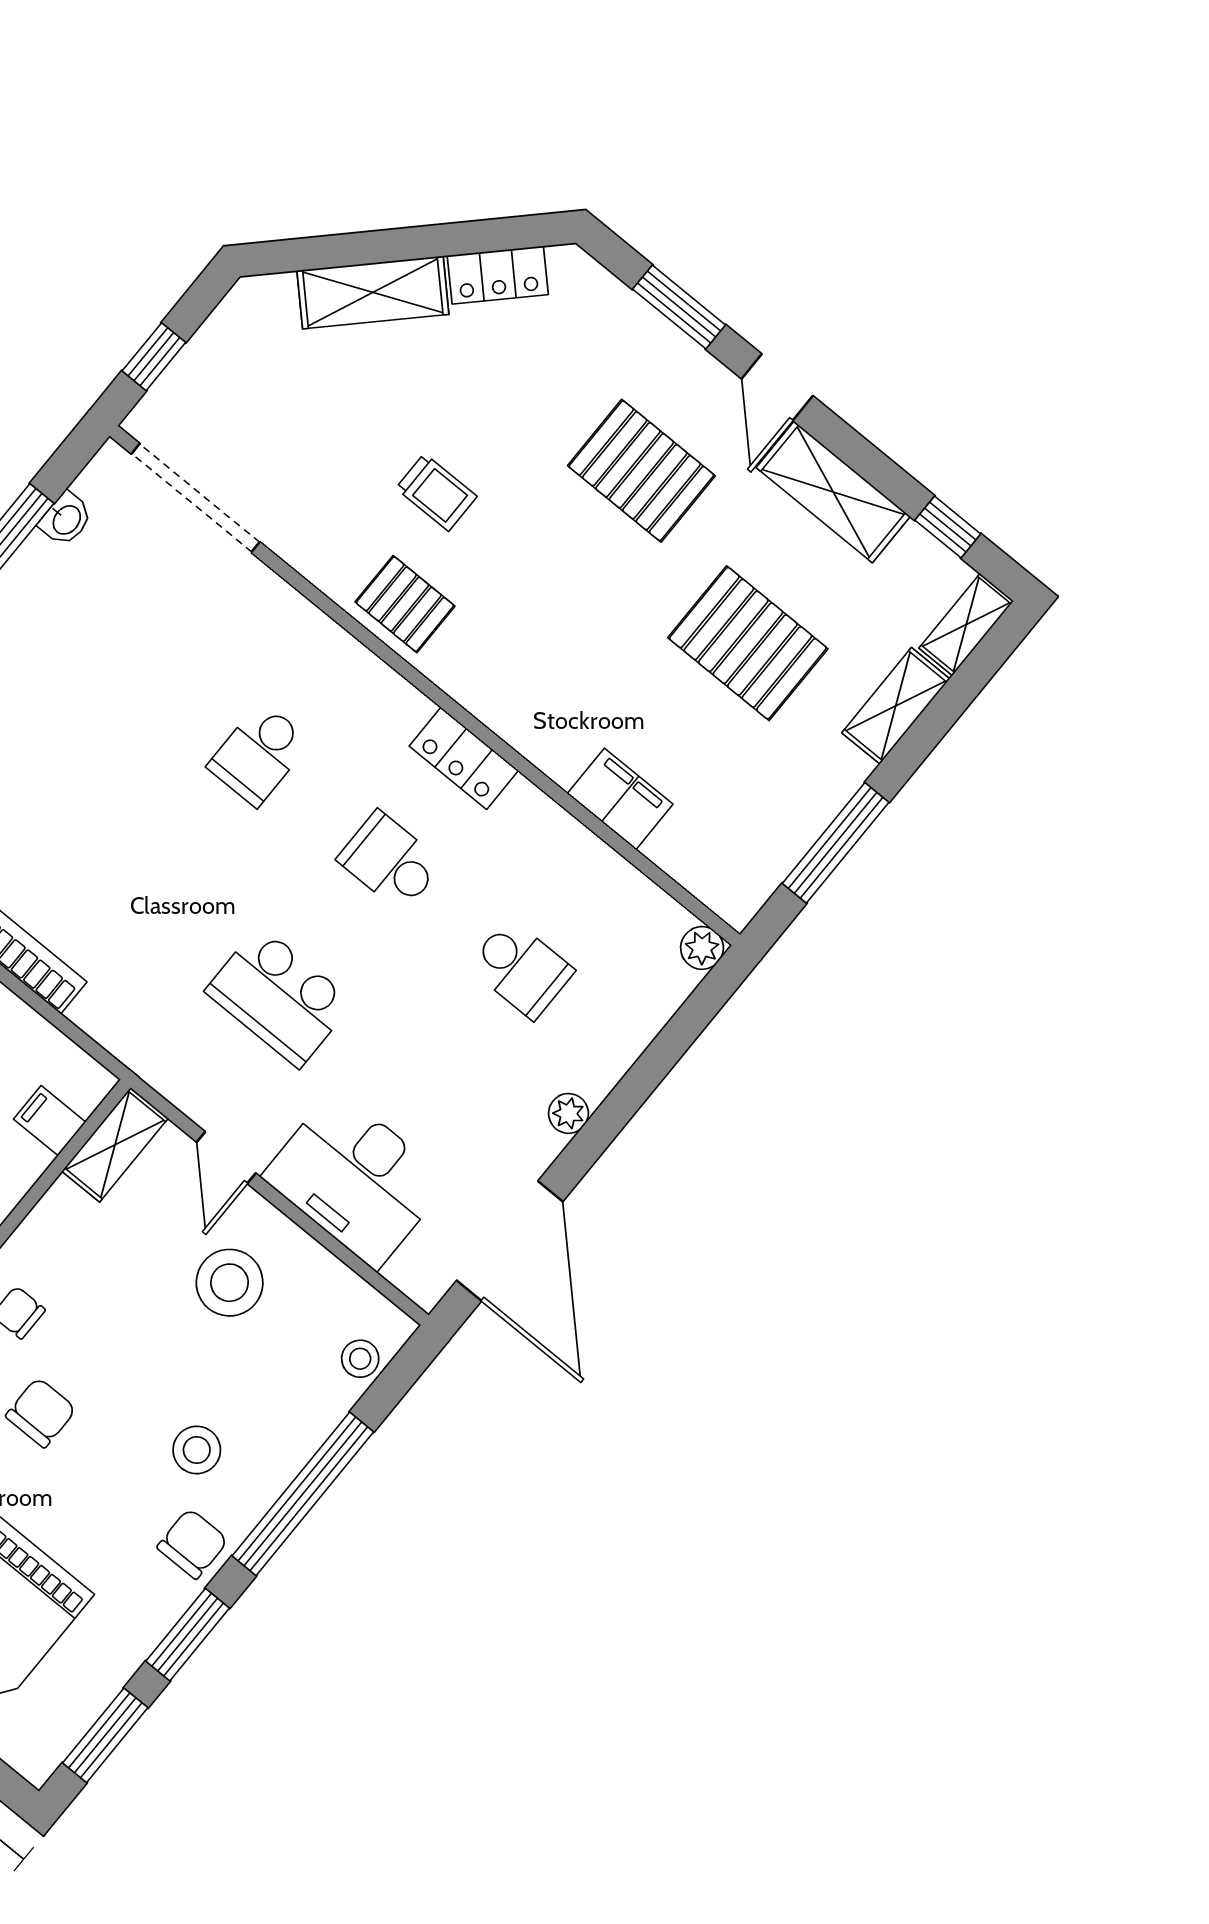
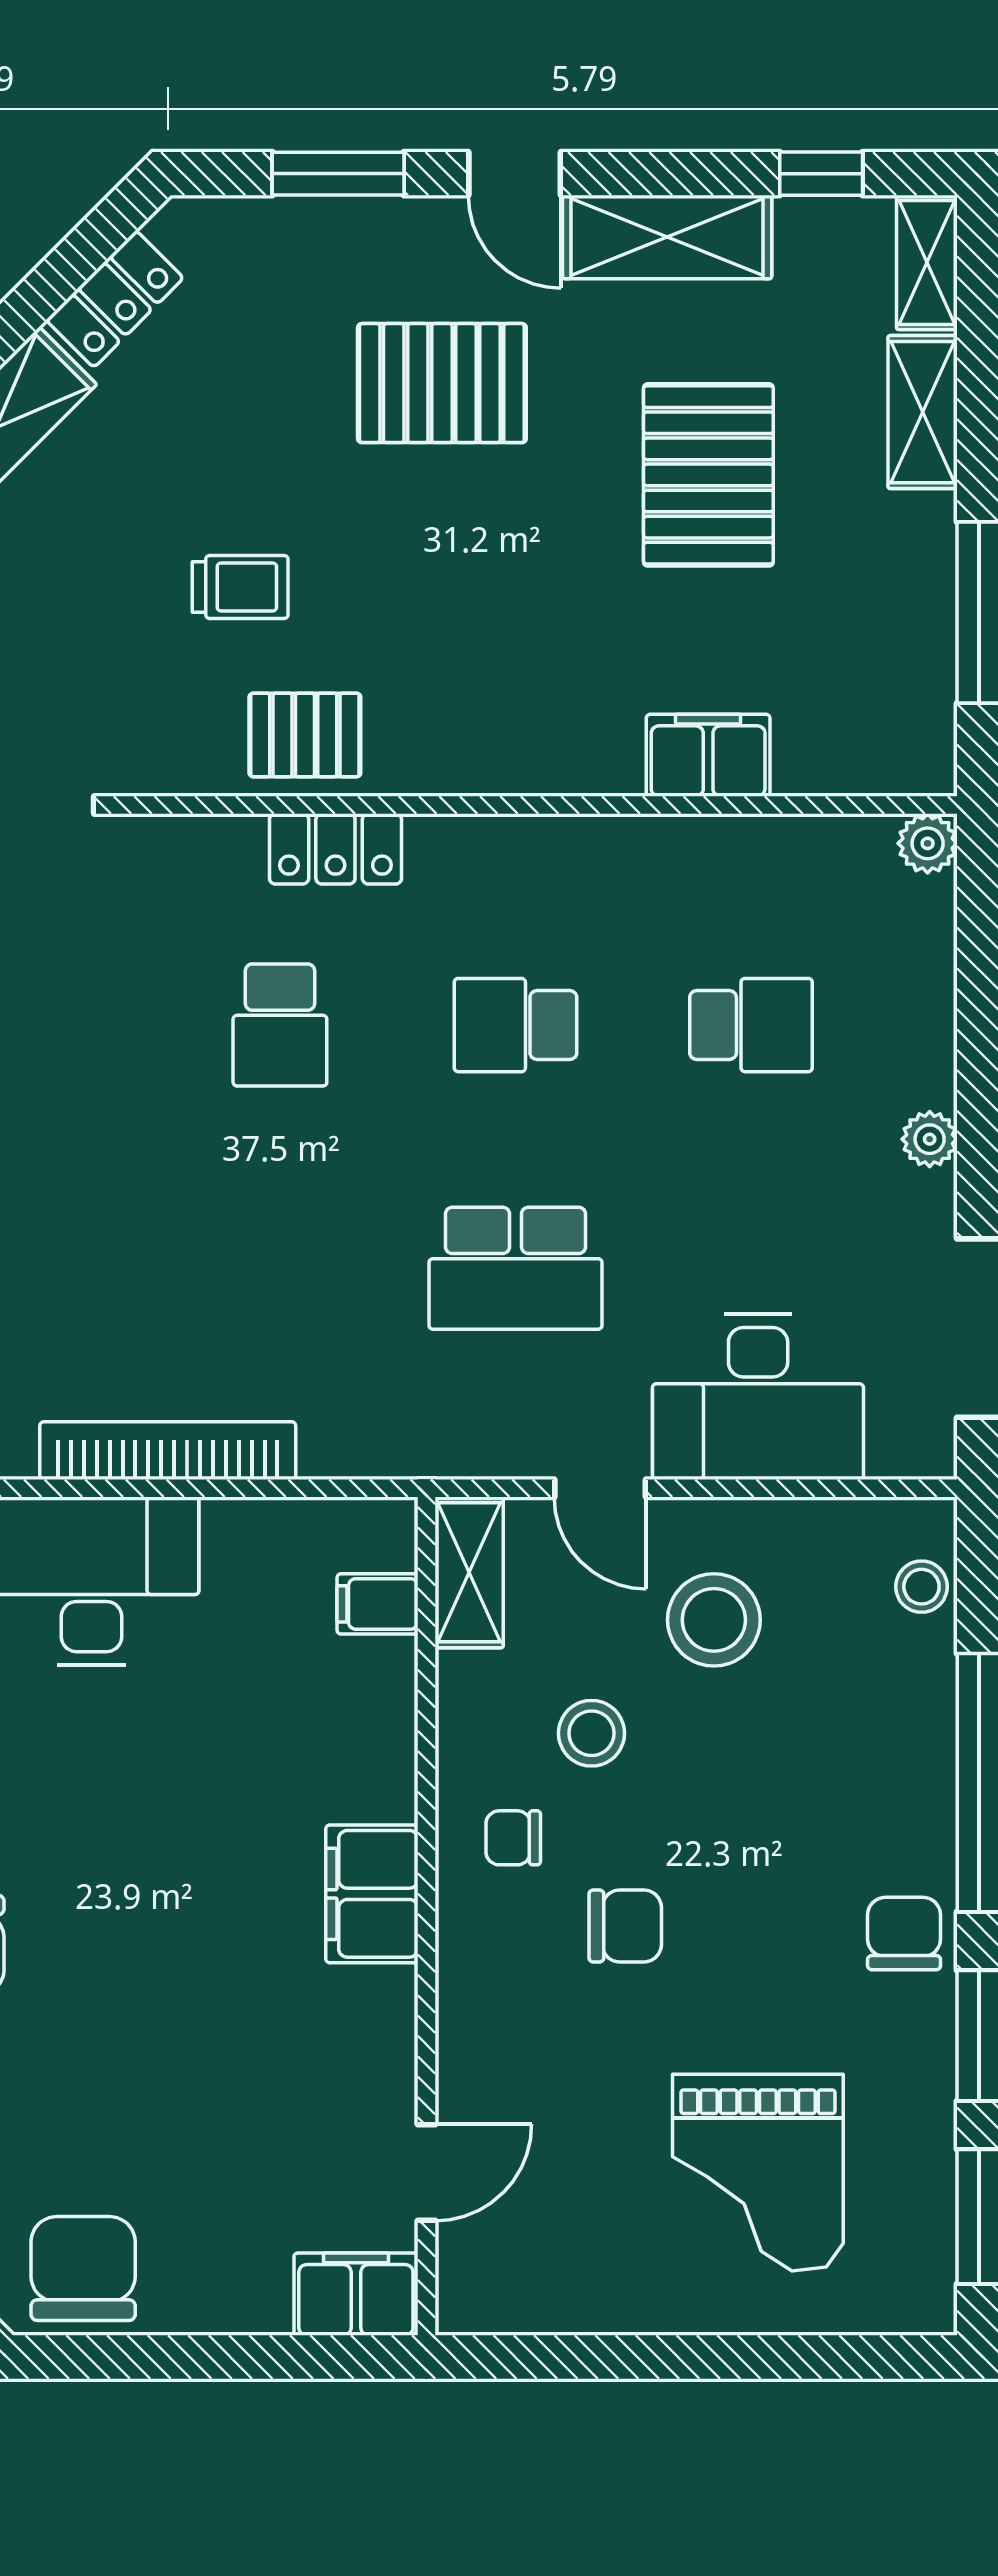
pallet: (748, 643) -> (708, 475), turned 90
locker: (464, 758) -> (335, 849), moved
chair: (41, 1413) -> (625, 1926), turned 90
stool: (197, 1450) -> (592, 1733), moved

